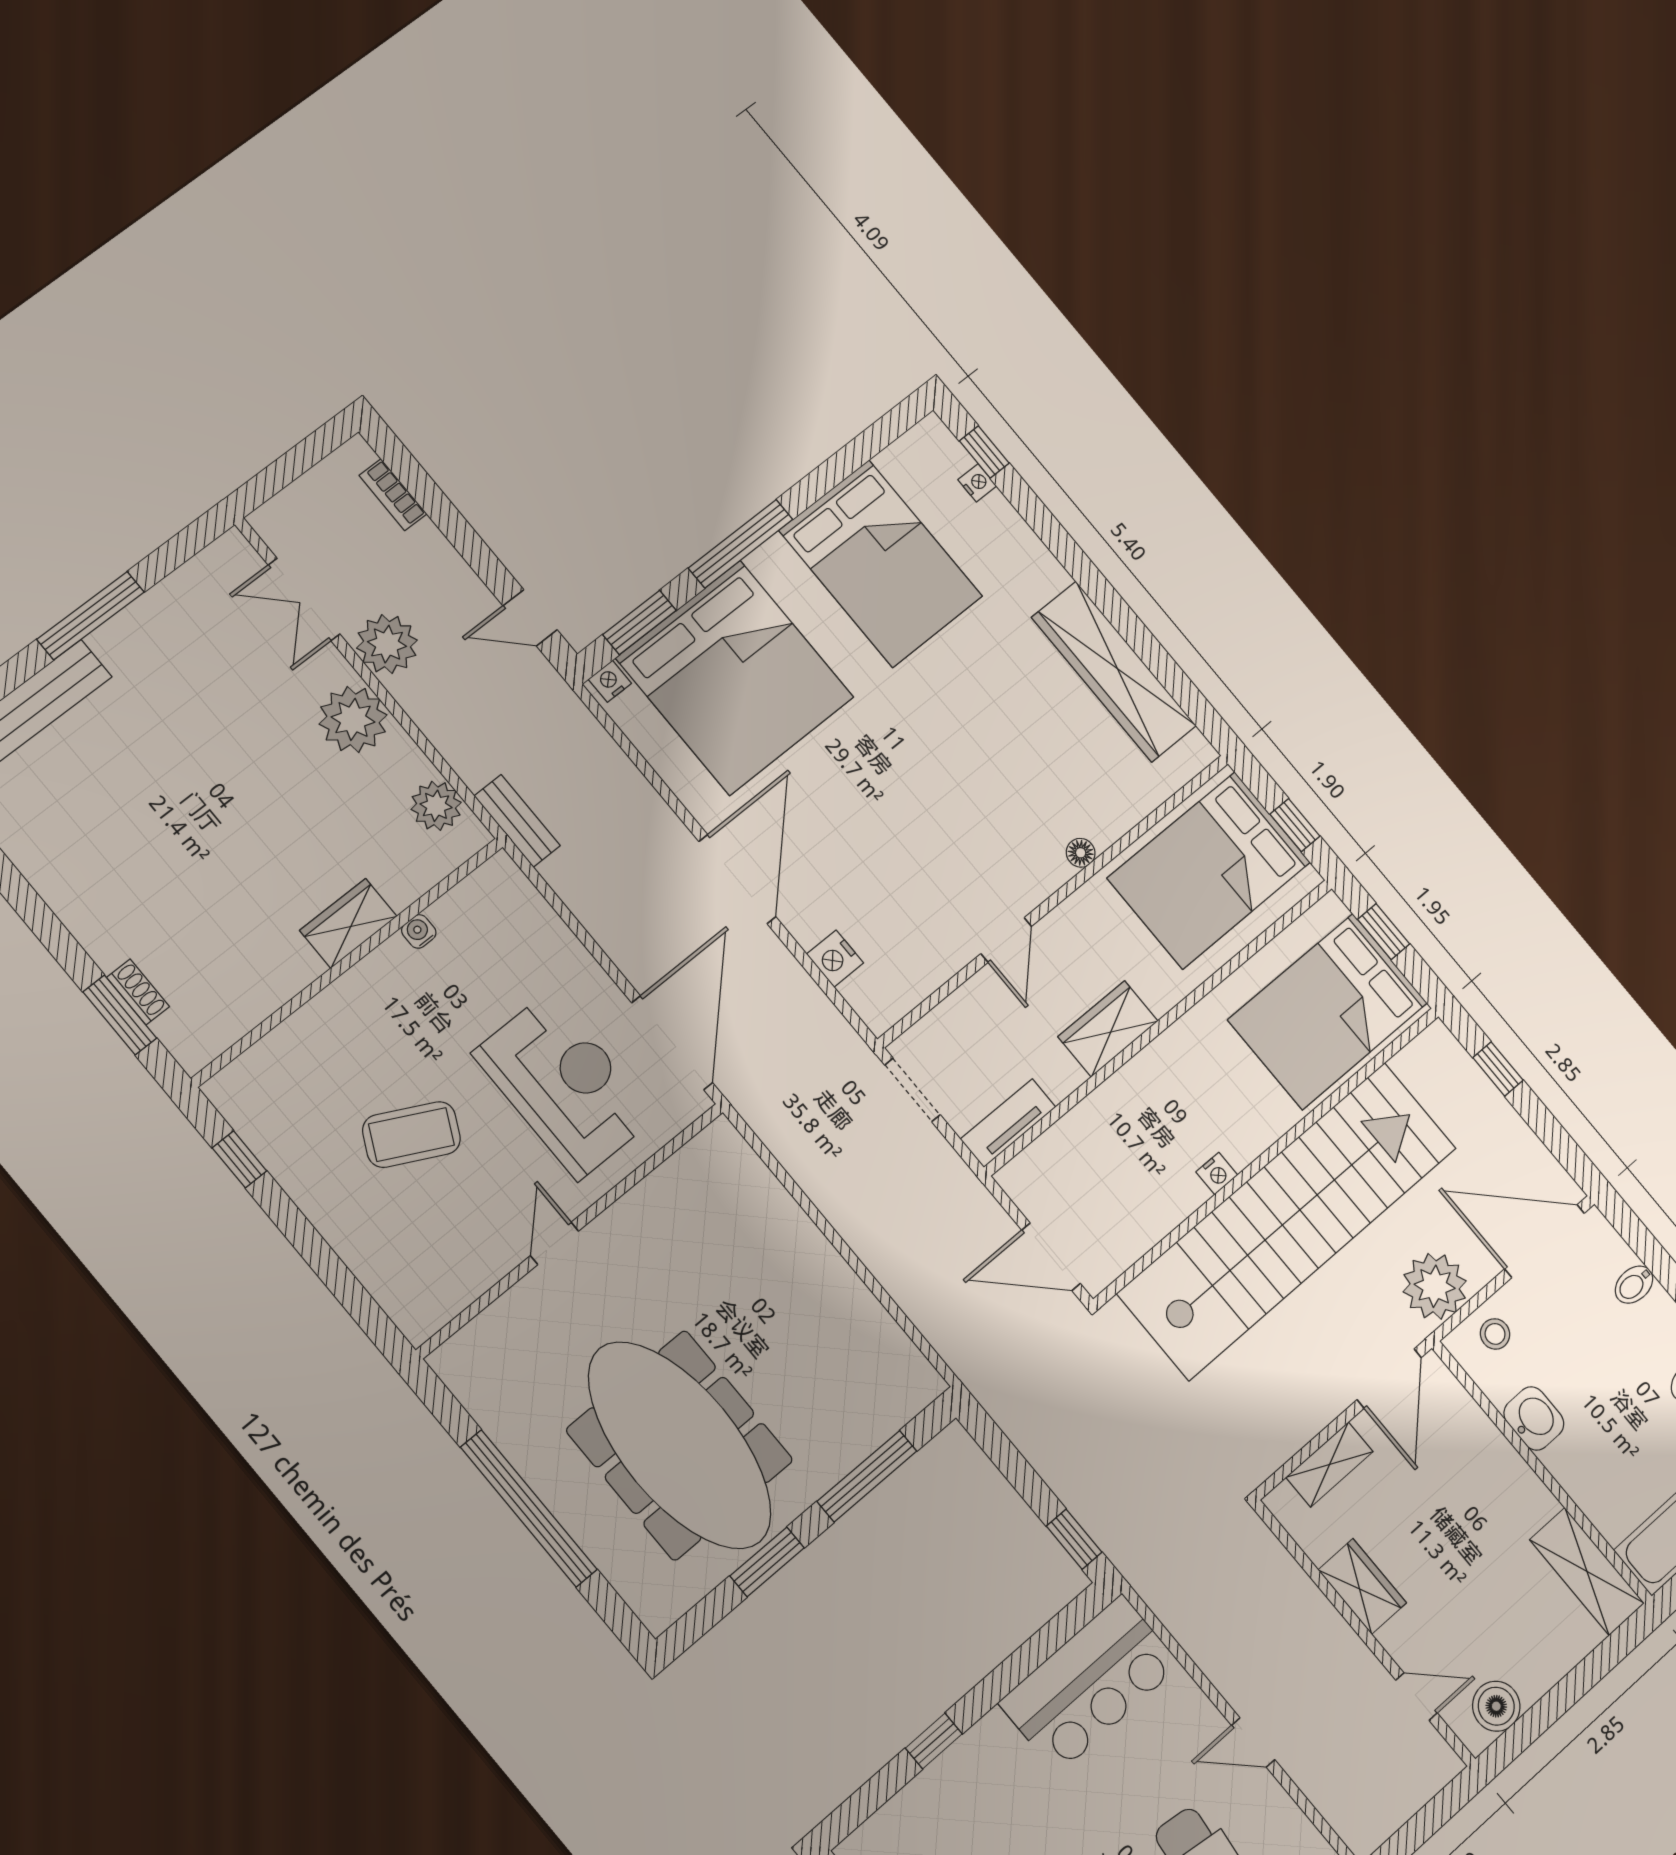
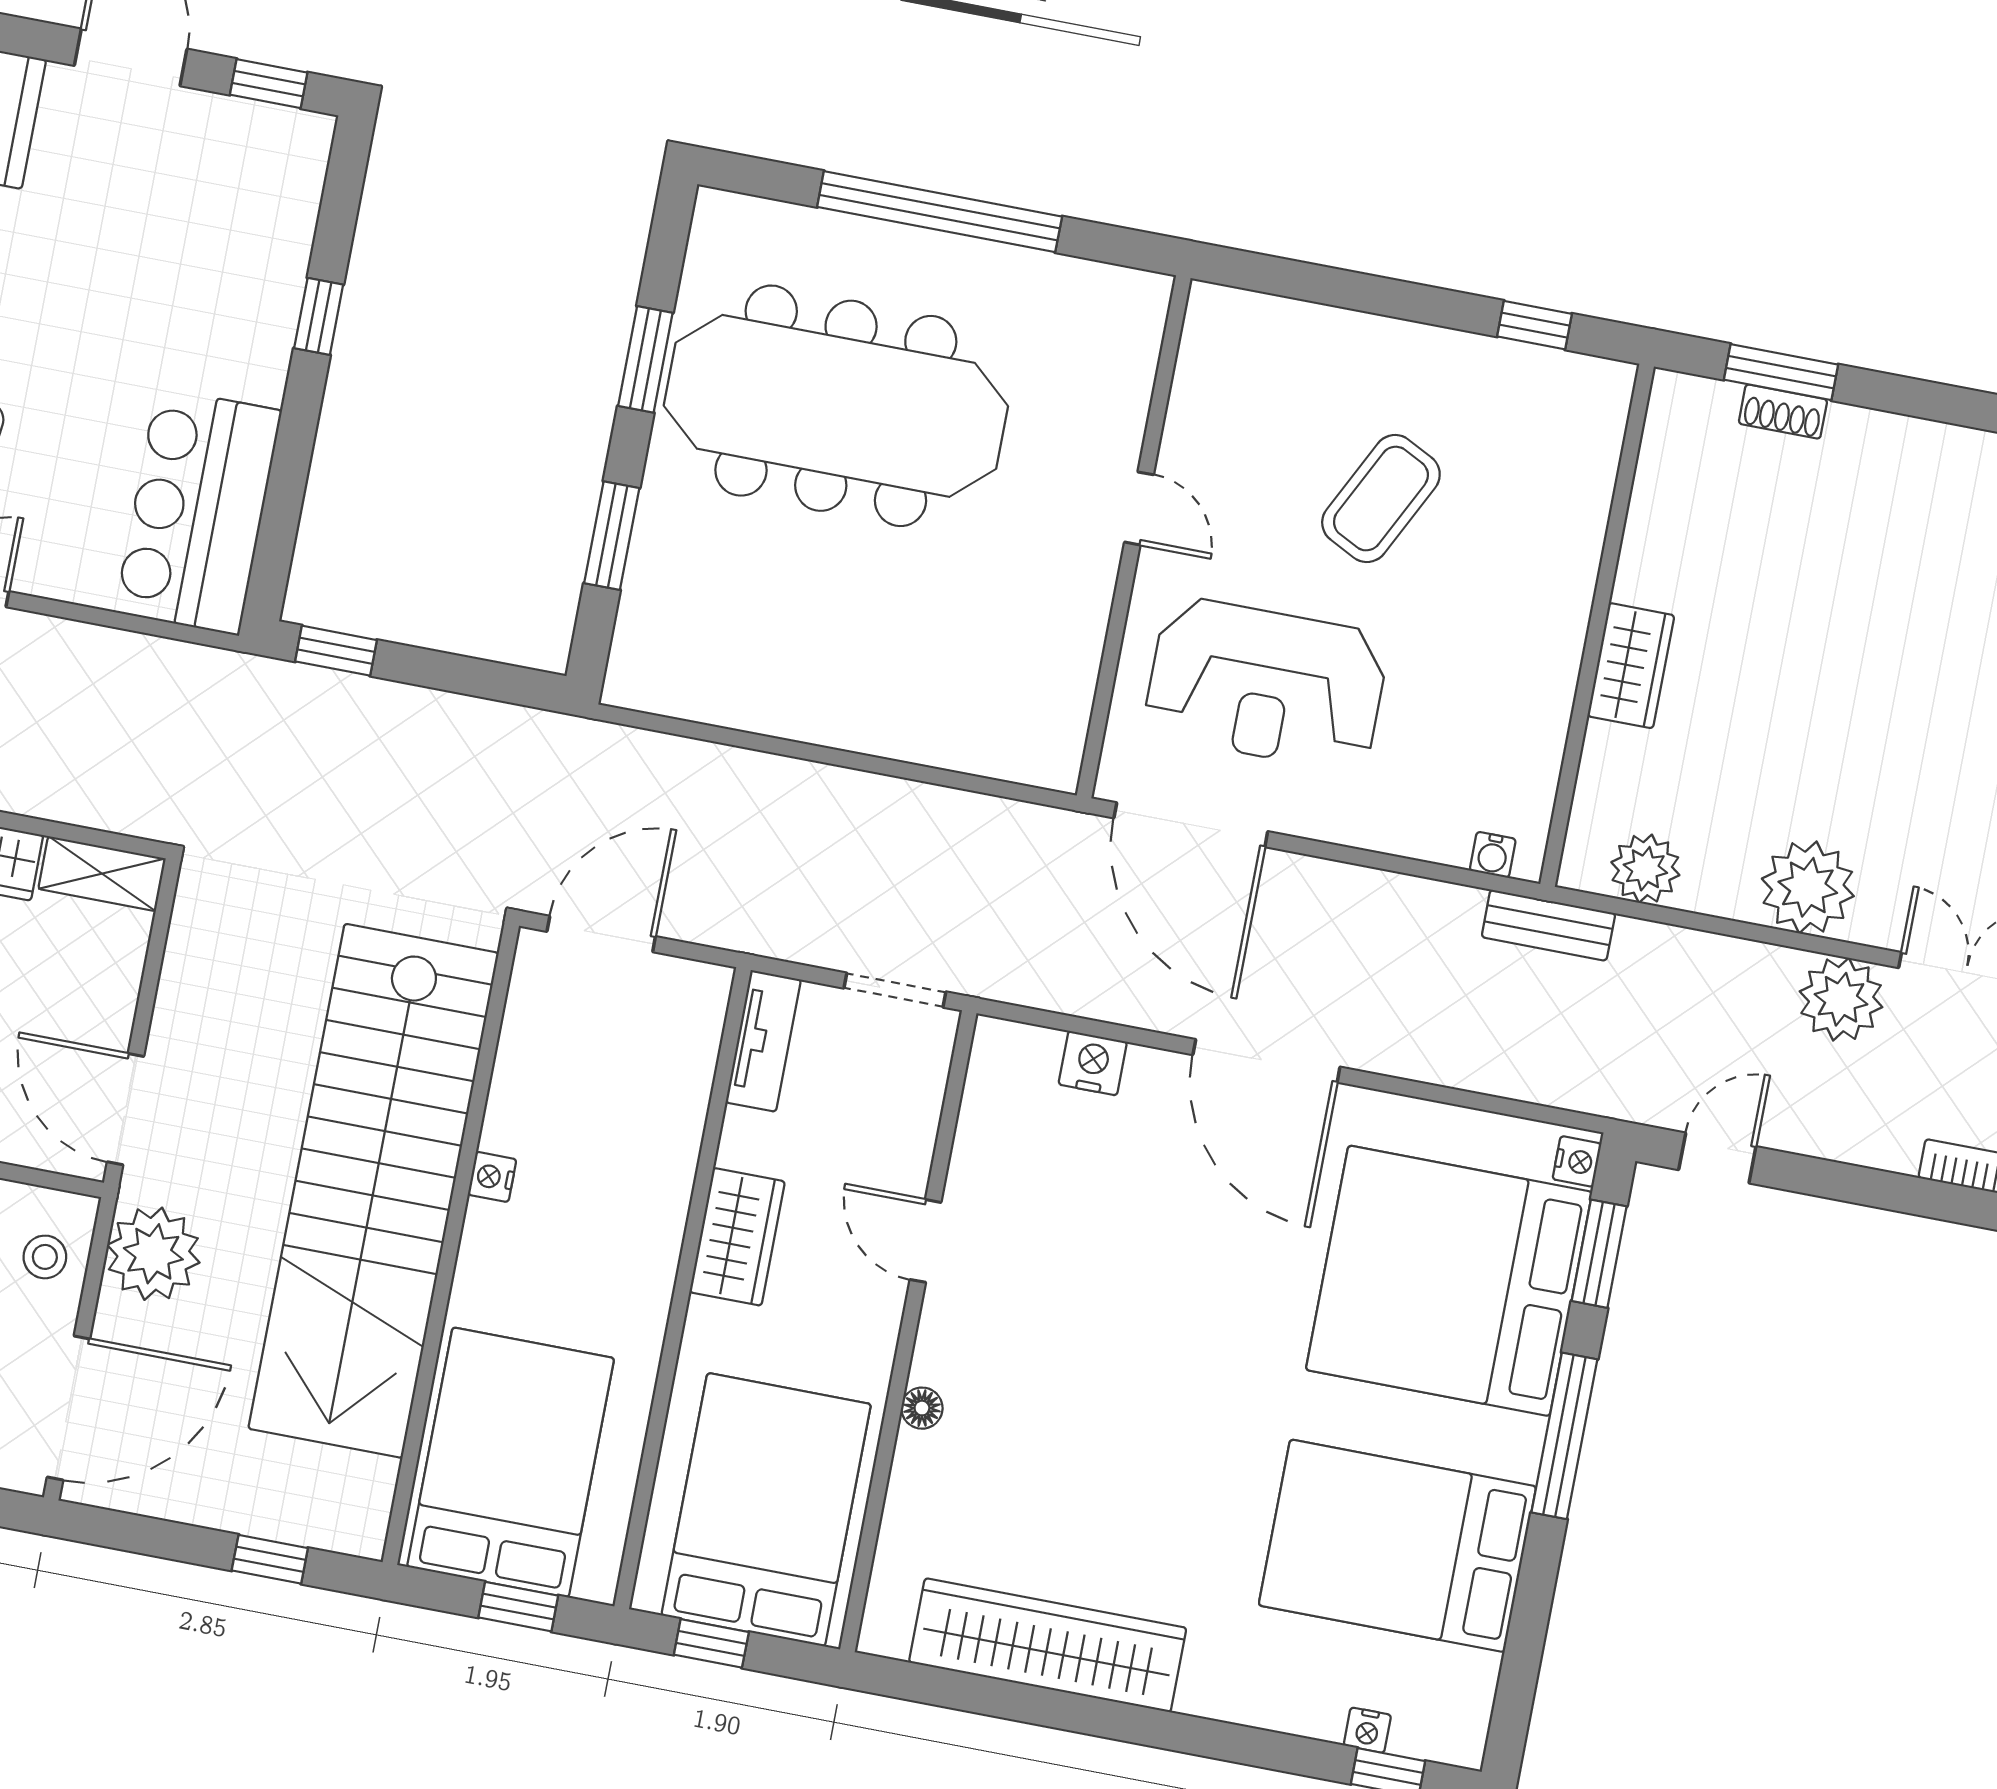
water cooler: (419, 931) -> (1493, 855), moved, turned 90
shelving: (1329, 1464) -> (102, 874), moved, turned 90
window: (867, 1476) -> (612, 536), width x0.69

